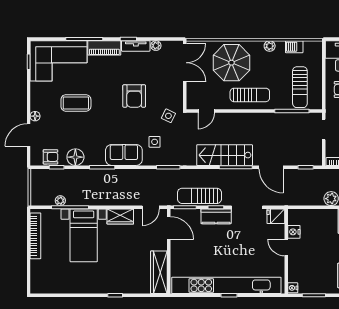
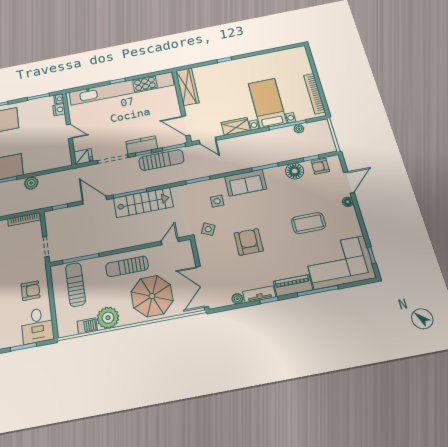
plant: (270, 46) -> (108, 318), width x1.87, depth x1.87
door: (151, 207) -> (208, 140), swing flipped
nightstand: (294, 232) -> (59, 110), moved

